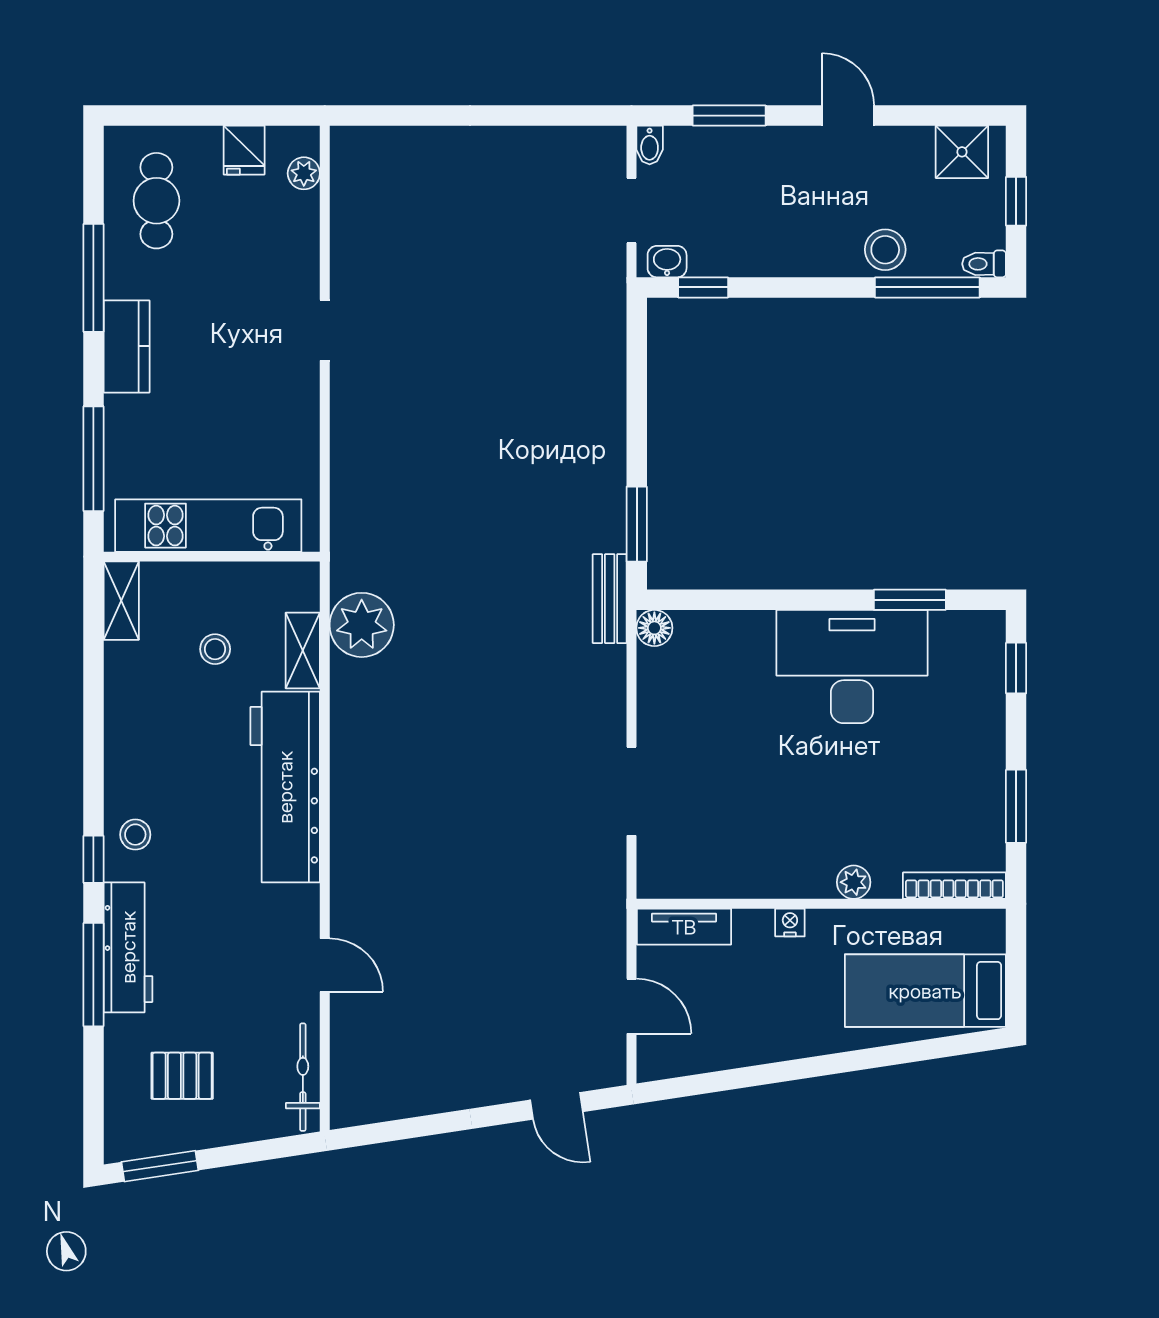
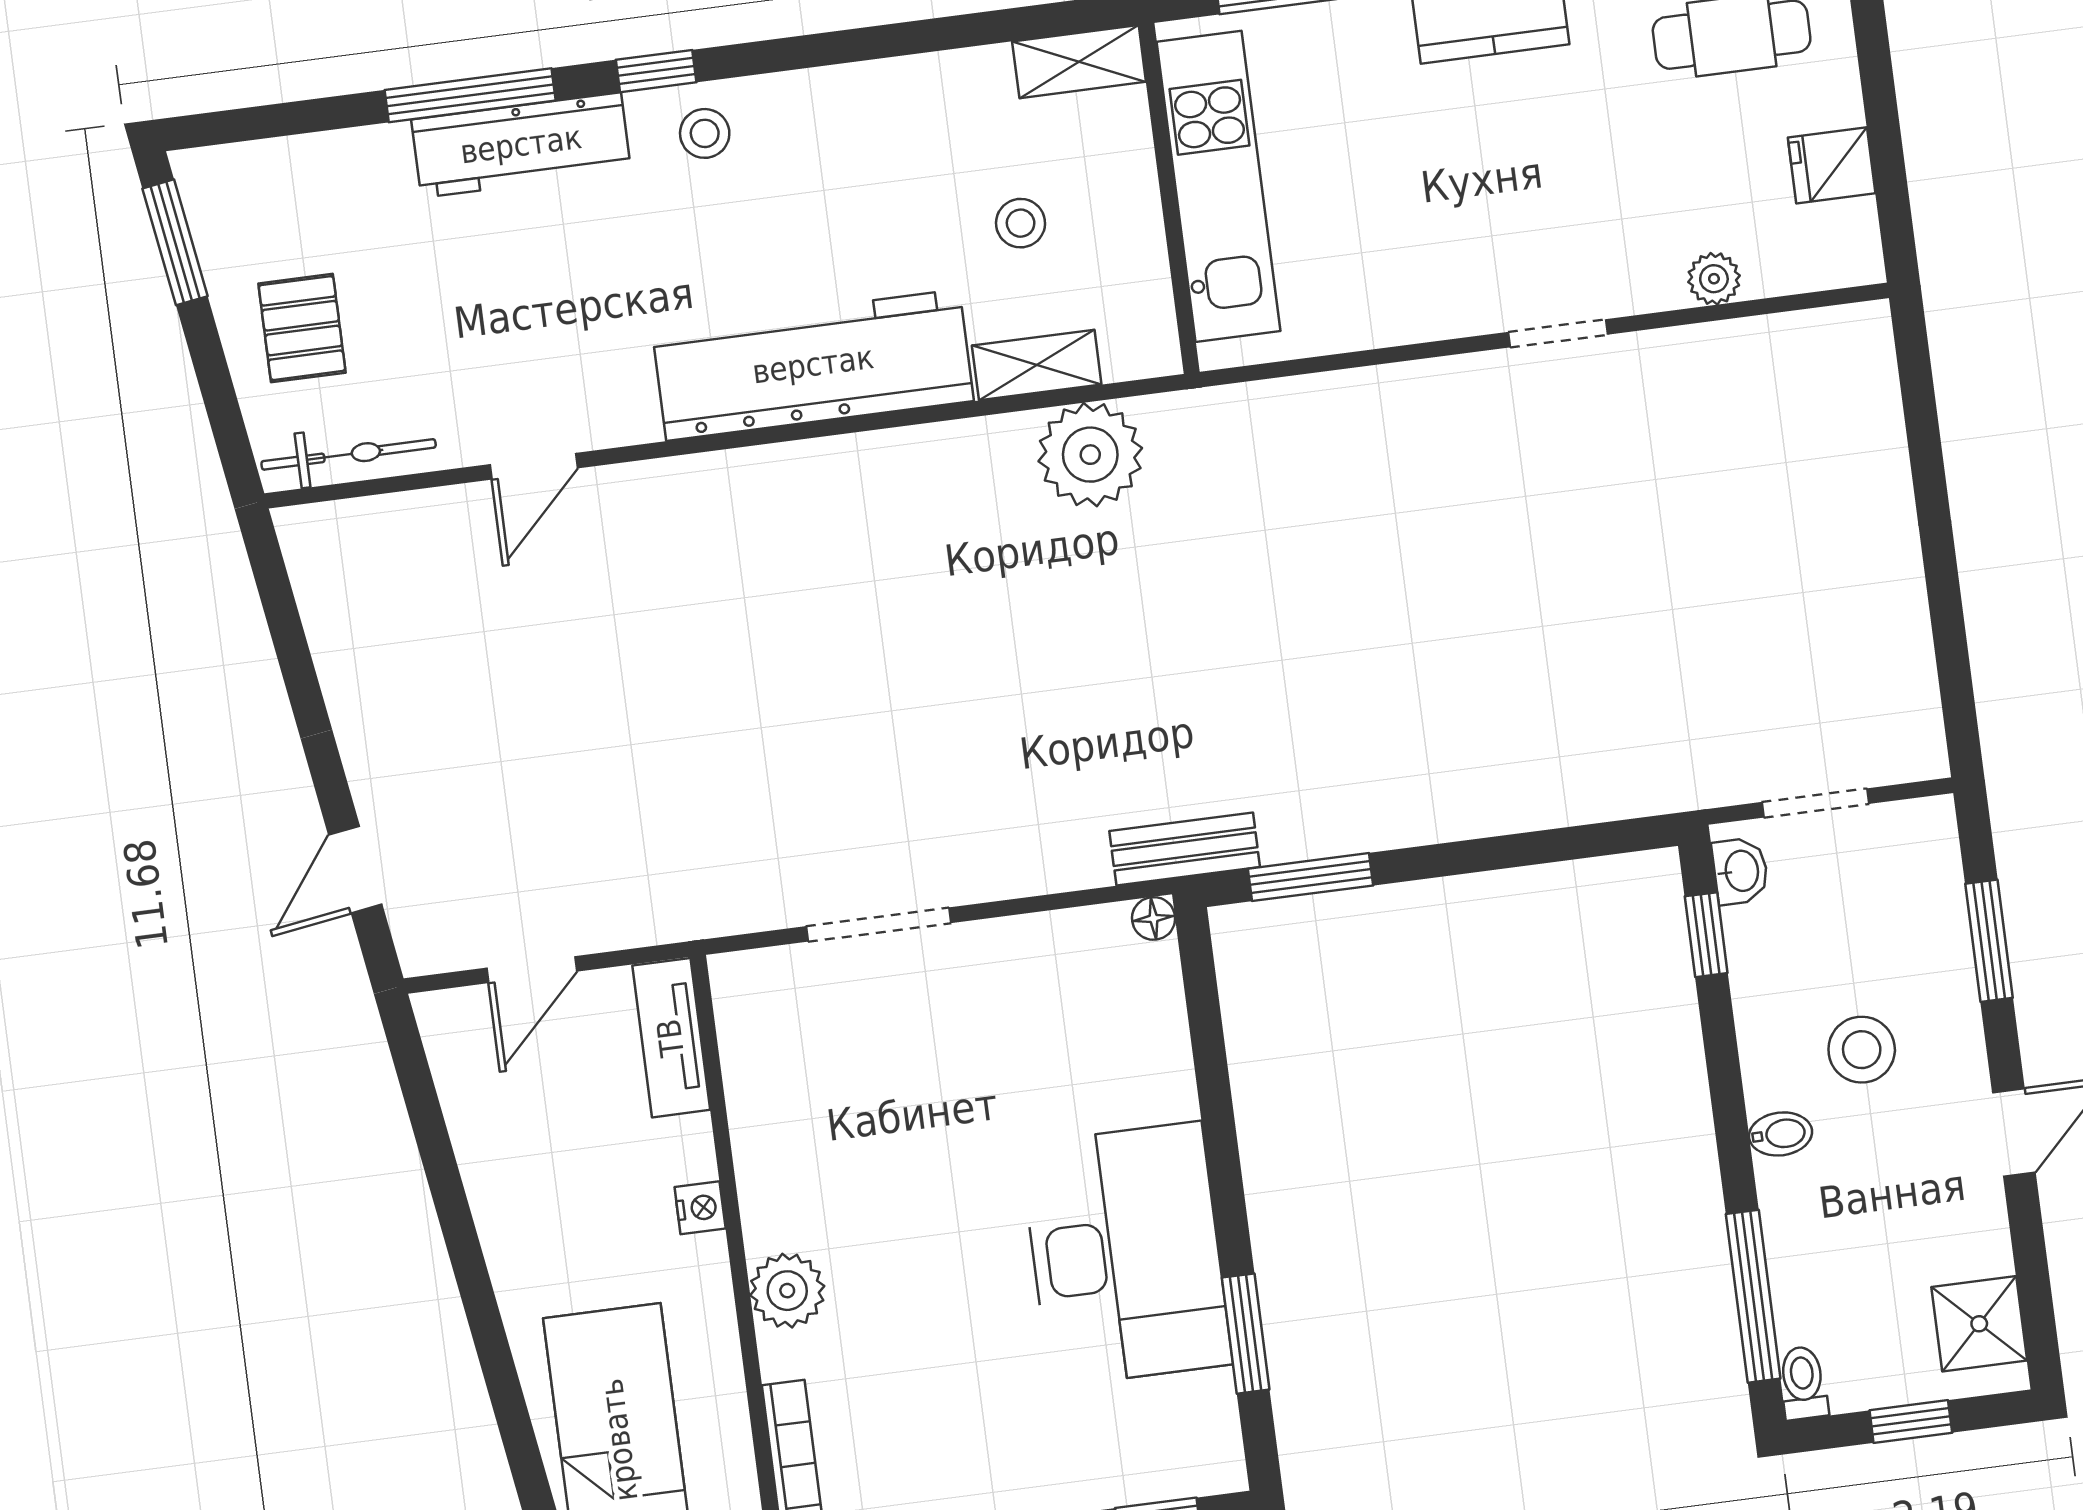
bidet: (650, 145) -> (1781, 1134), moved, turned 180
plant: (304, 173) -> (1714, 279), moved
stool: (885, 250) -> (1862, 1050), moved
floor lamp: (654, 628) -> (1154, 918), width x0.73, depth x0.73
plant: (854, 882) -> (787, 1291), width x1.38, depth x1.38
pallet: (182, 1076) -> (302, 328), moved

